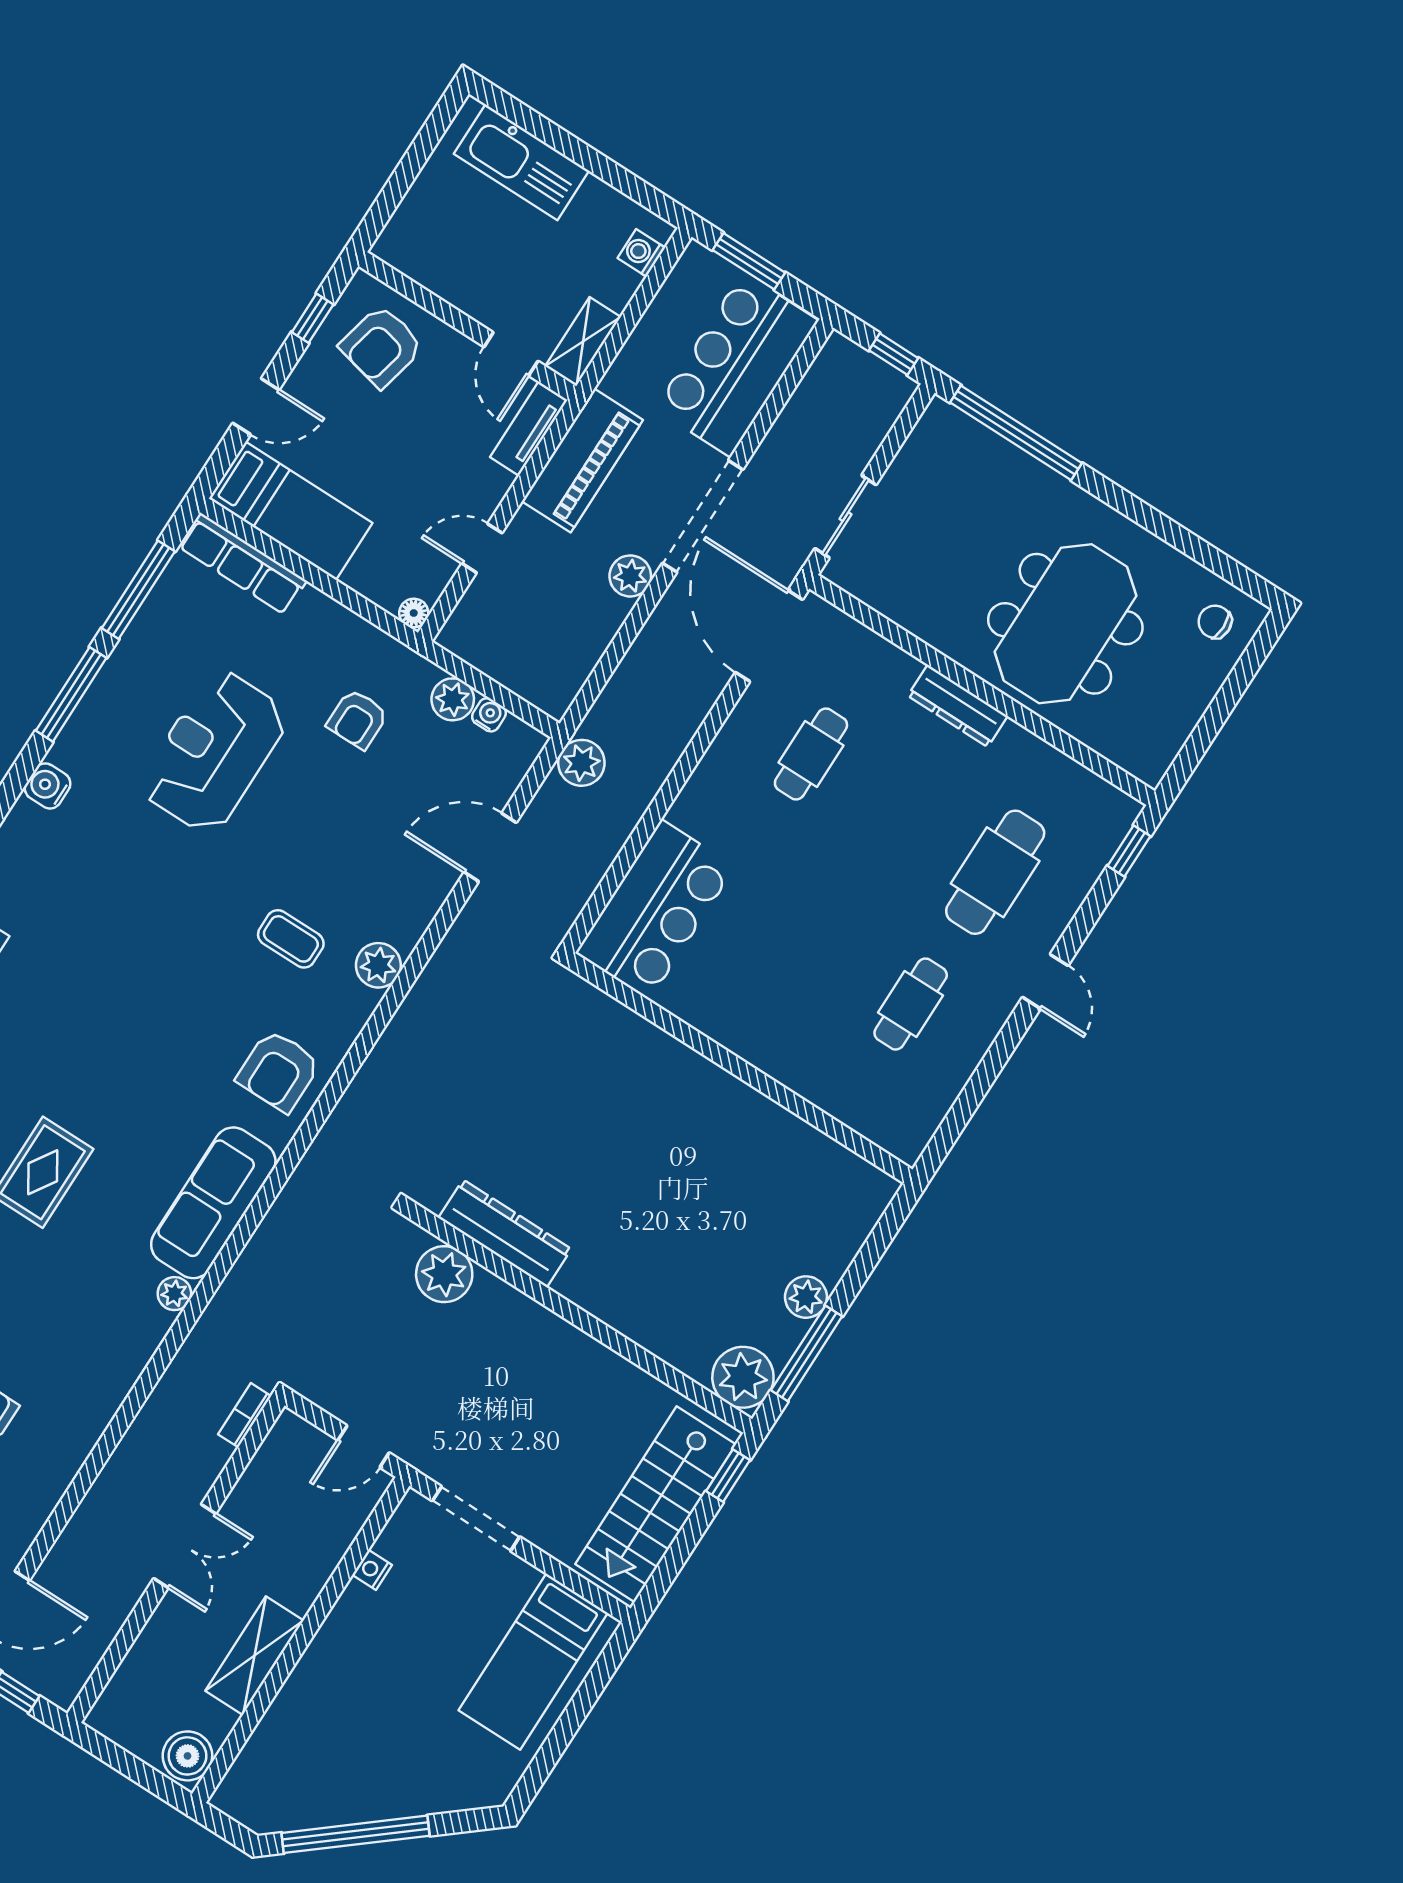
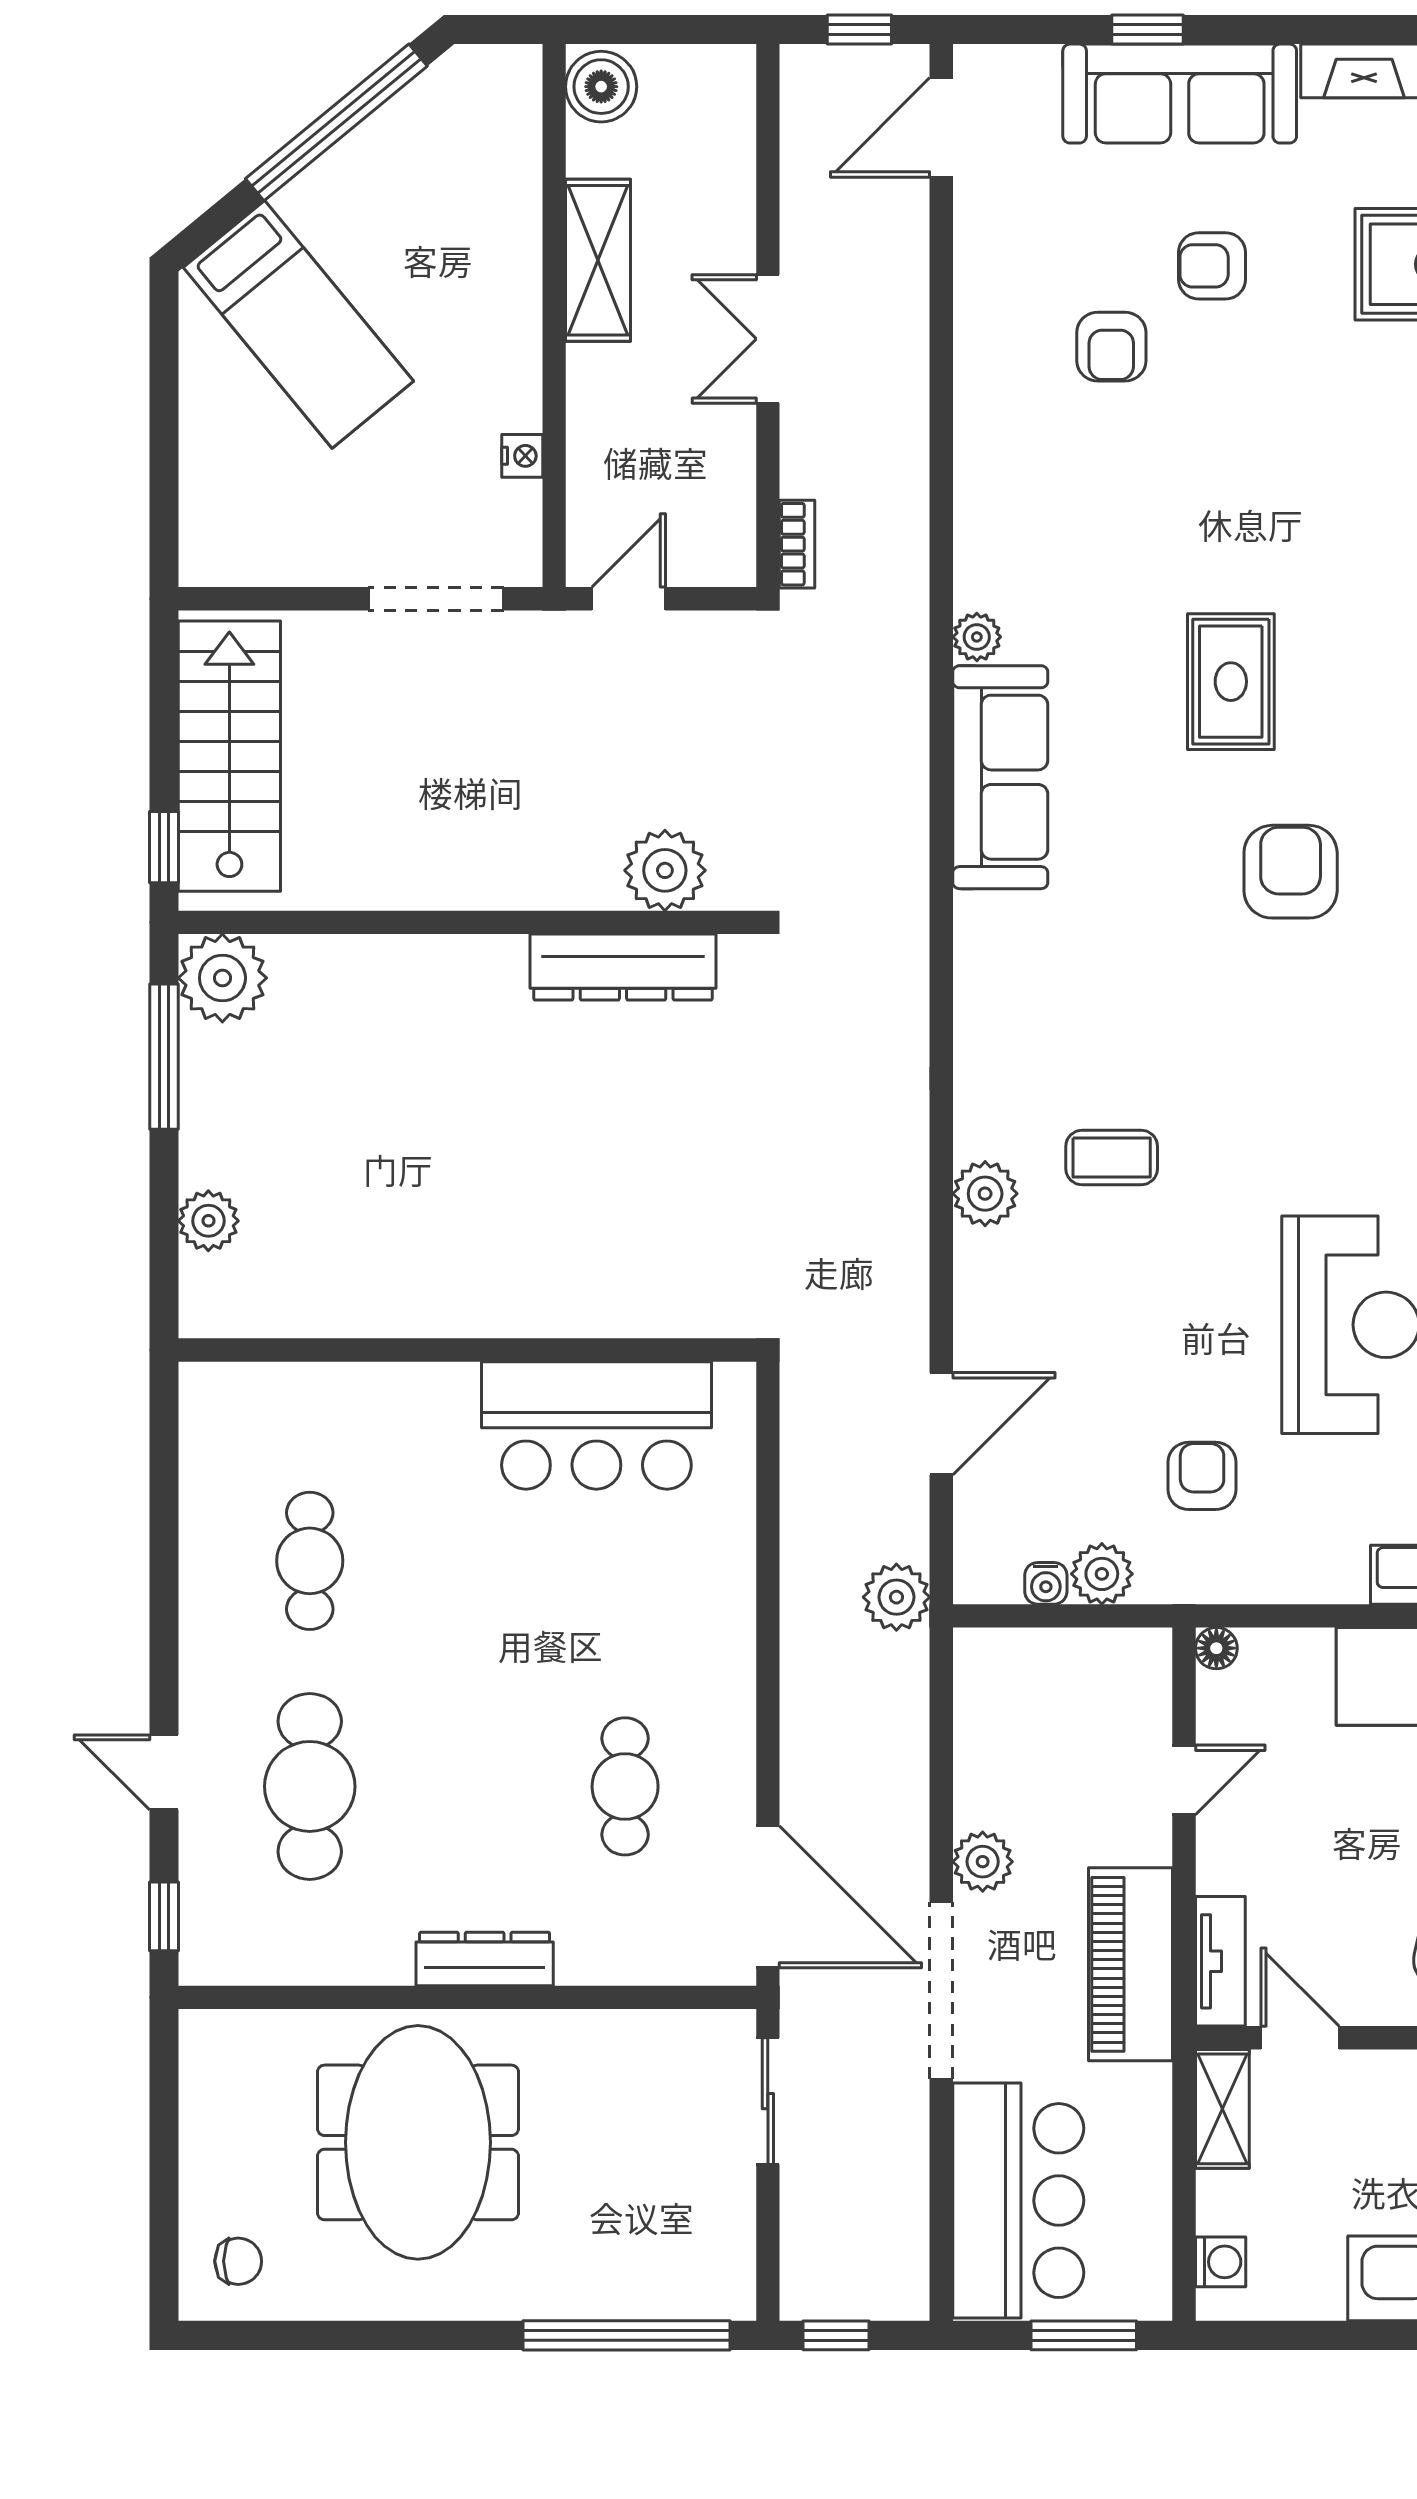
bar counter: (655, 910) -> (596, 1425), moved, turned -90
door: (1045, 981) -> (164, 1772), moved
armchair: (279, 1071) -> (1291, 872), moved
plant: (806, 1297) -> (208, 1221), moved
bed: (533, 1662) -> (298, 324), moved, turned 140

